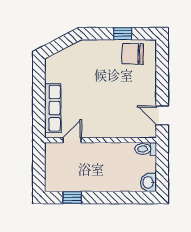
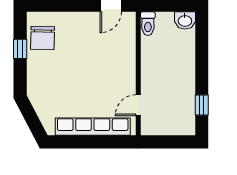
row of seats: (53, 108) -> (93, 127), width x1.36
door: (72, 140) -> (138, 105), hinge flipped

